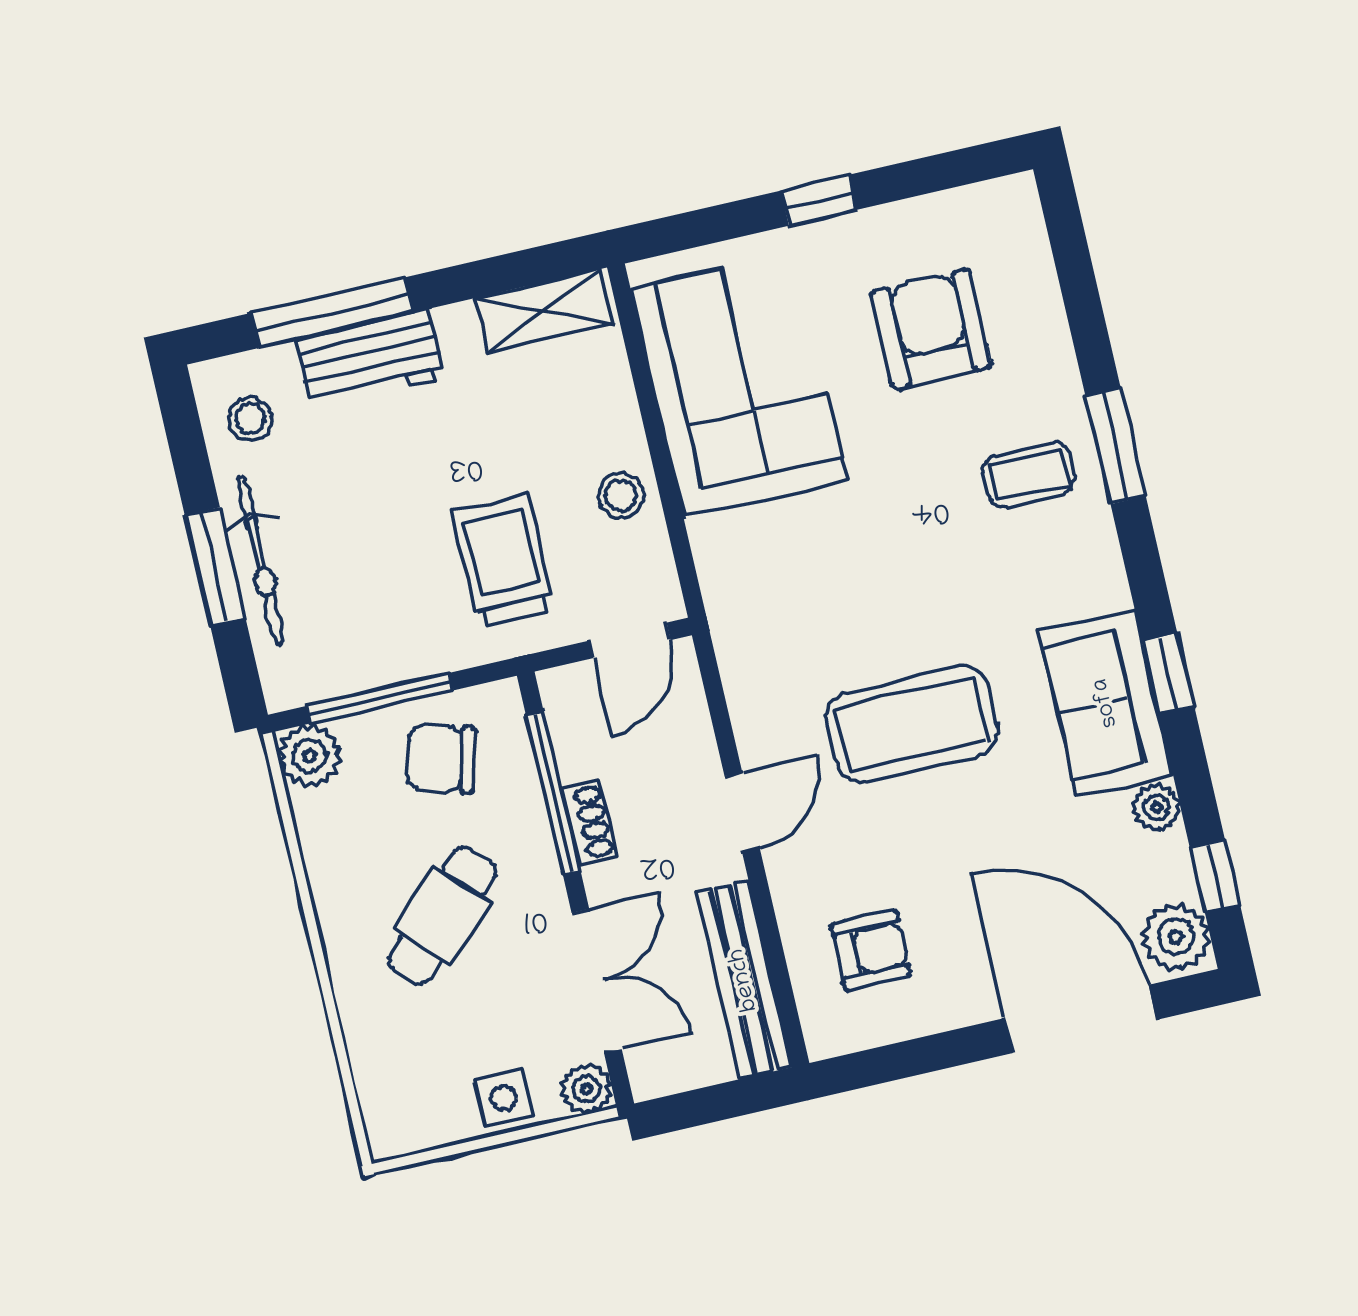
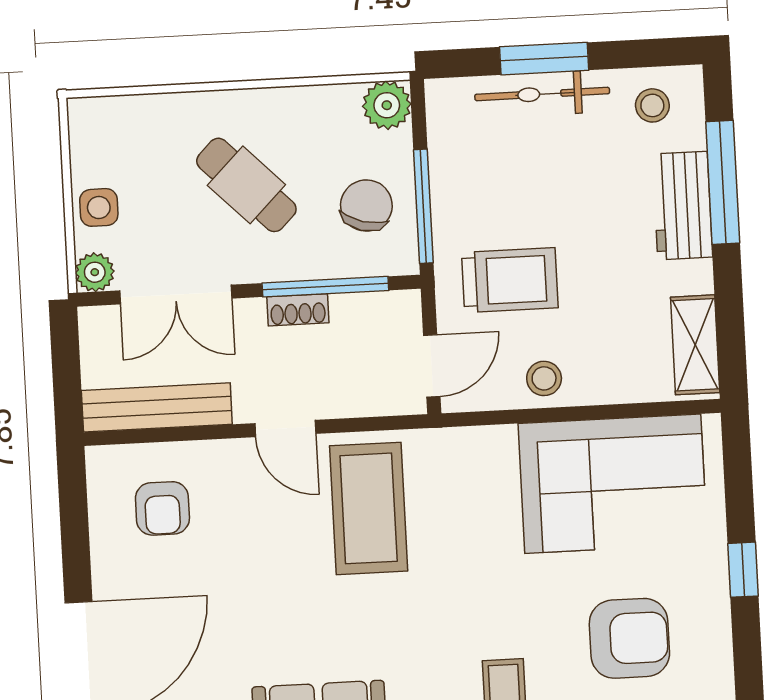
door: (630, 640) -> (432, 366), swing flipped
window: (380, 698) -> (423, 206), moved
coffee table: (912, 724) -> (369, 508), moved

